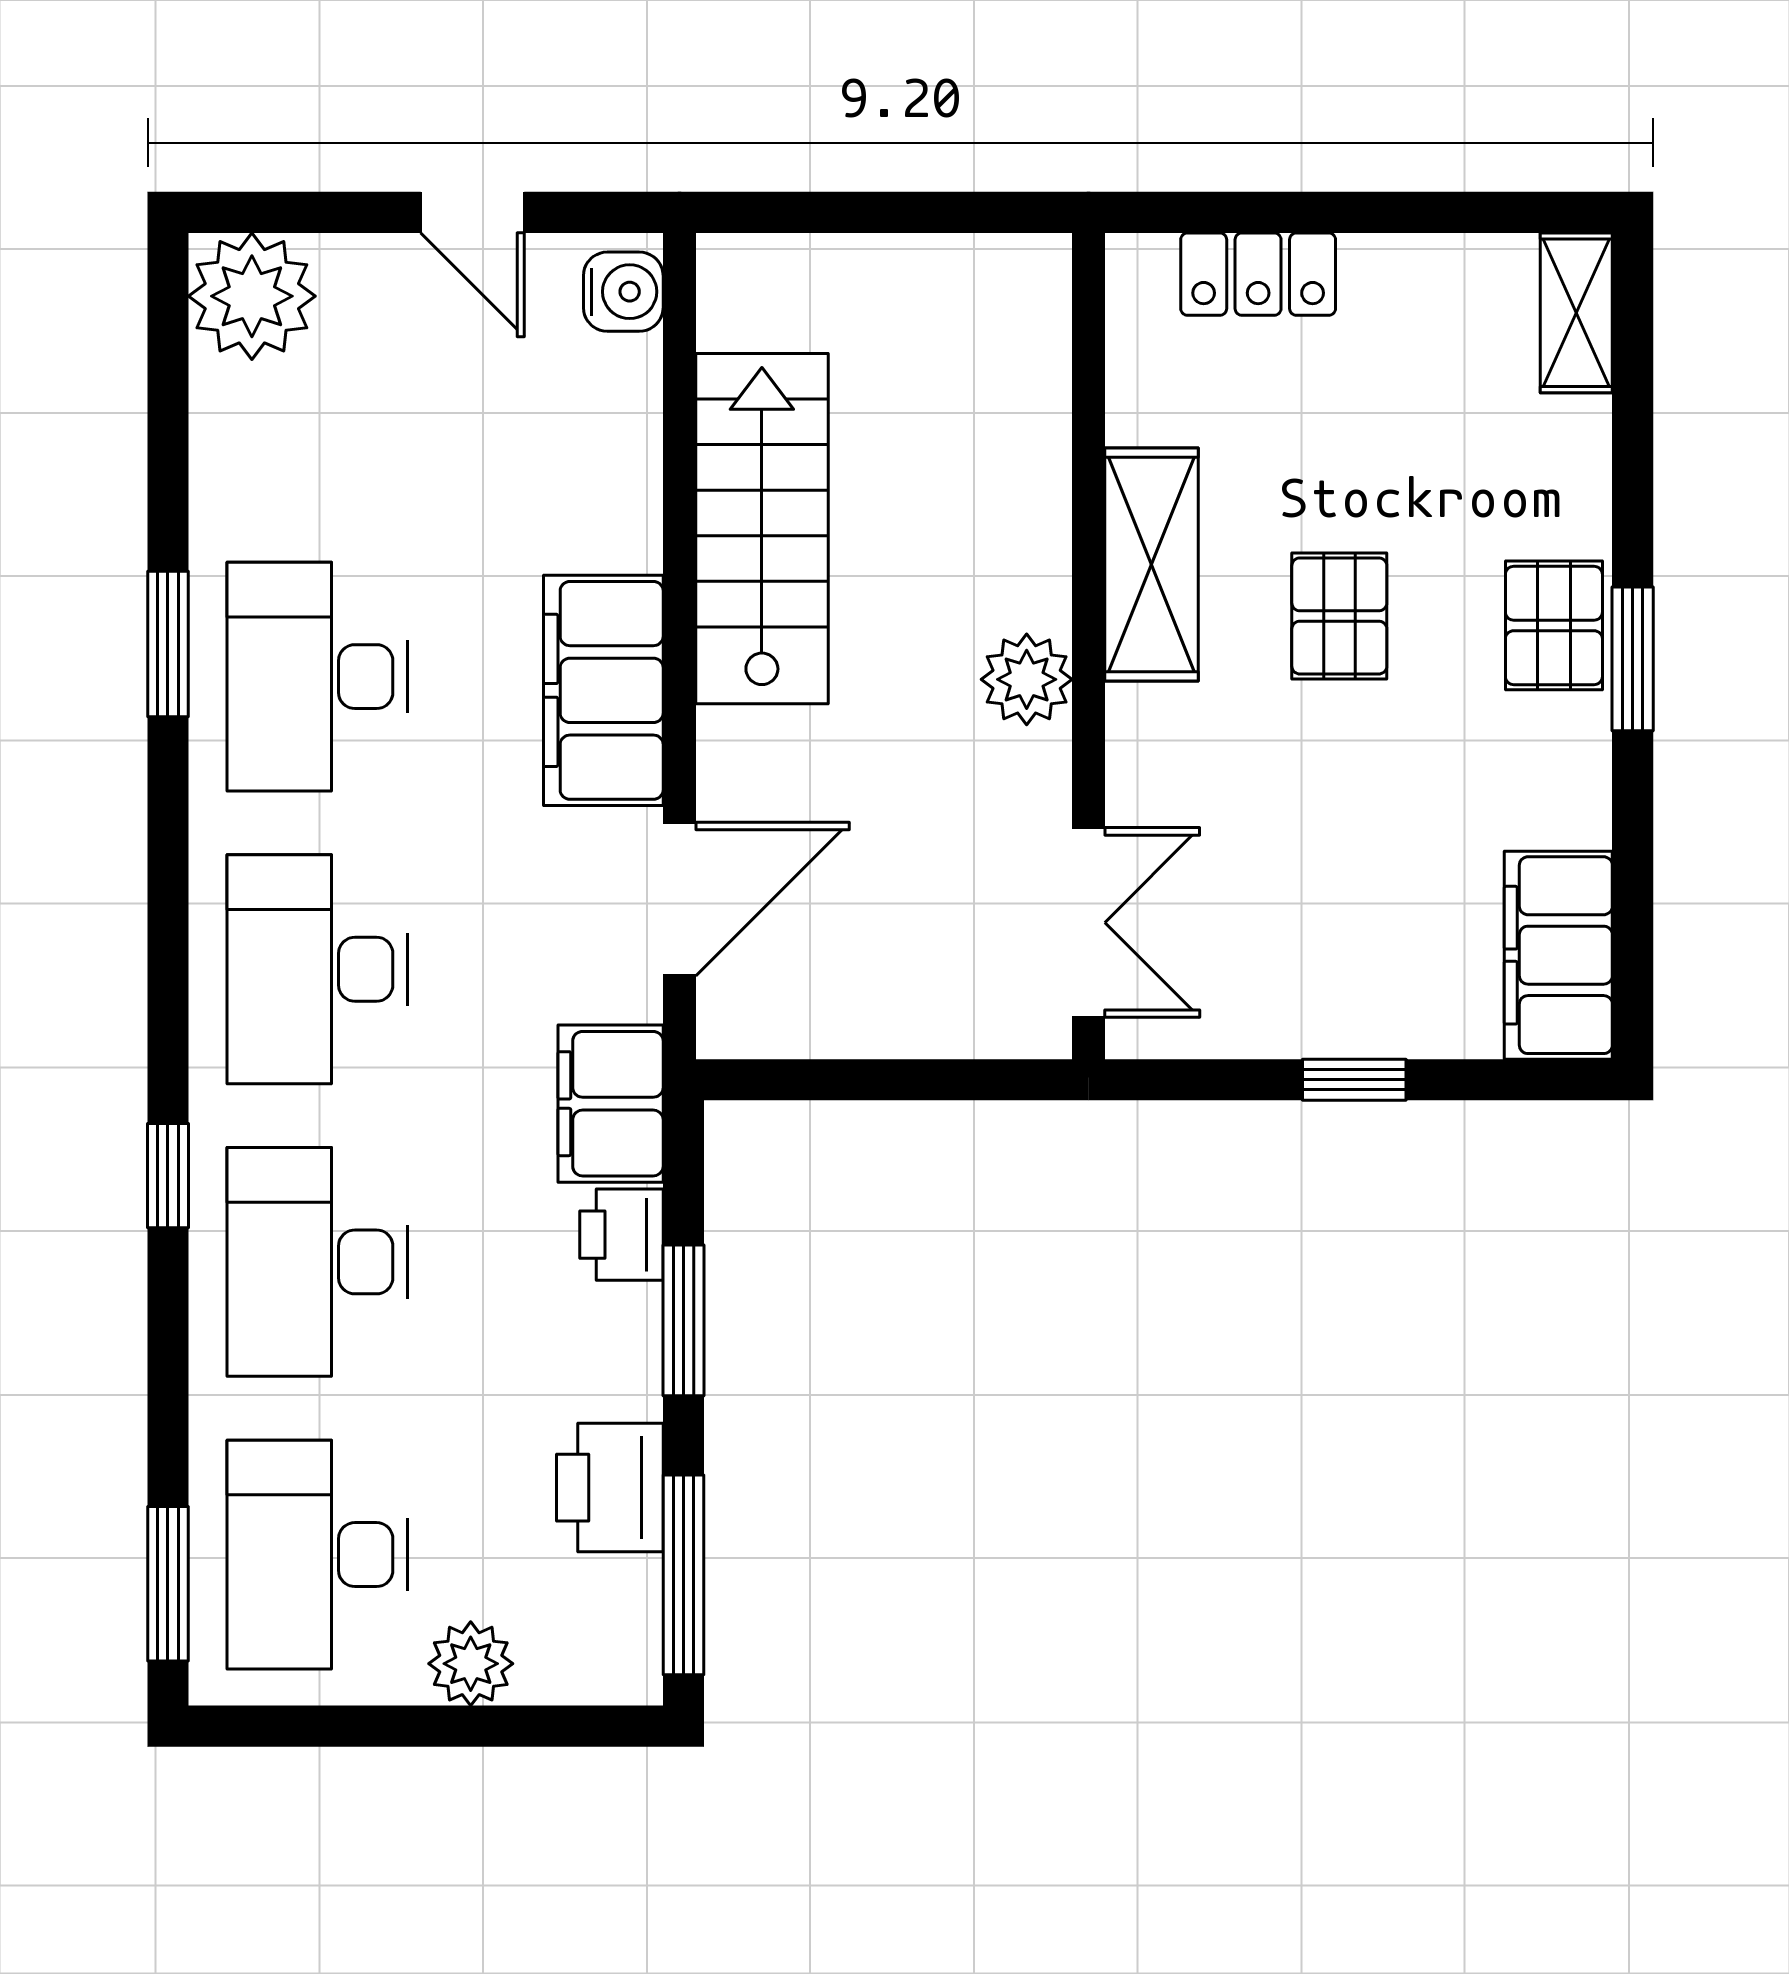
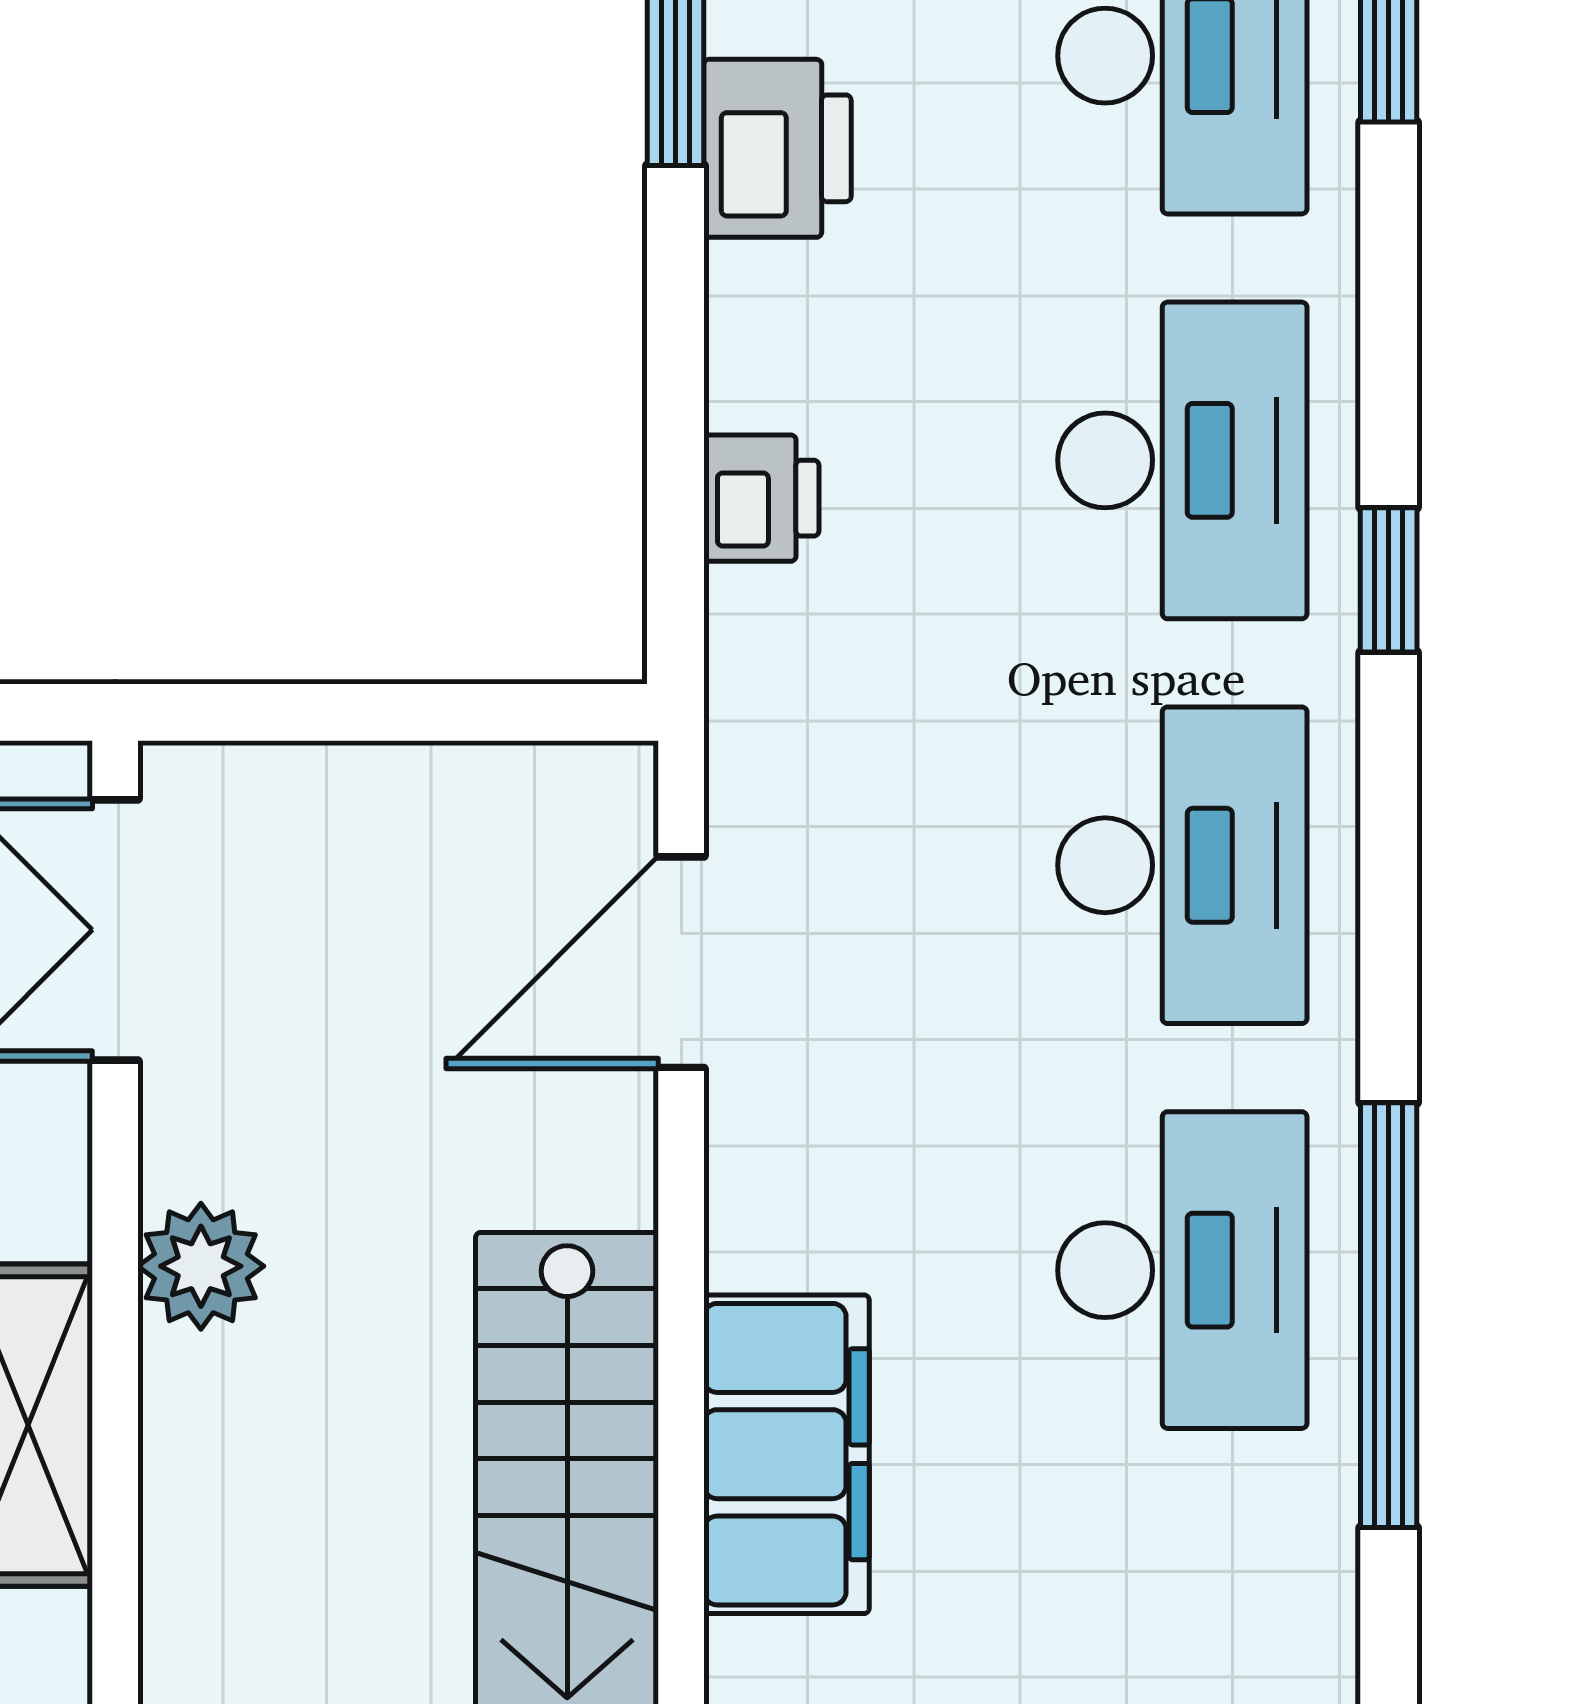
window: (168, 644) -> (1389, 1315), width x2.11
filing cabinet: (603, 690) -> (786, 1454), moved
filing cabinet: (611, 1104) -> (776, 679), removed
window: (683, 1320) -> (675, 380), removed

